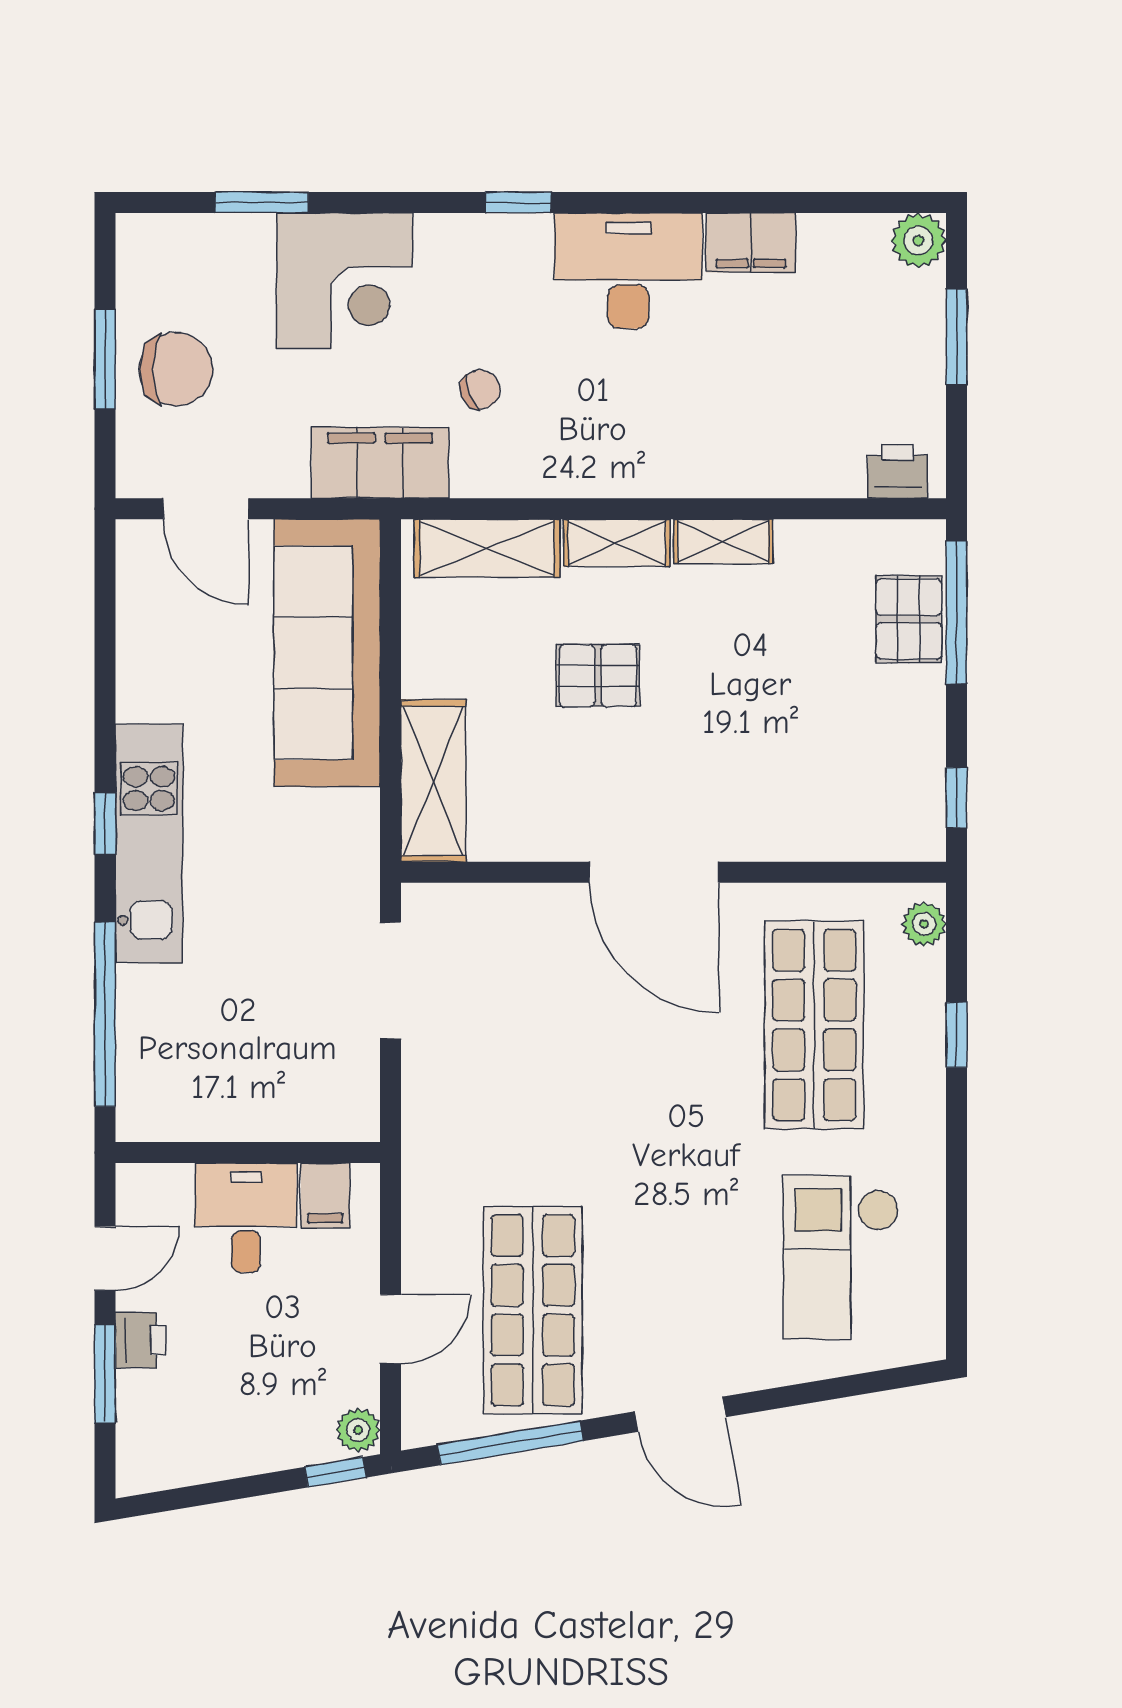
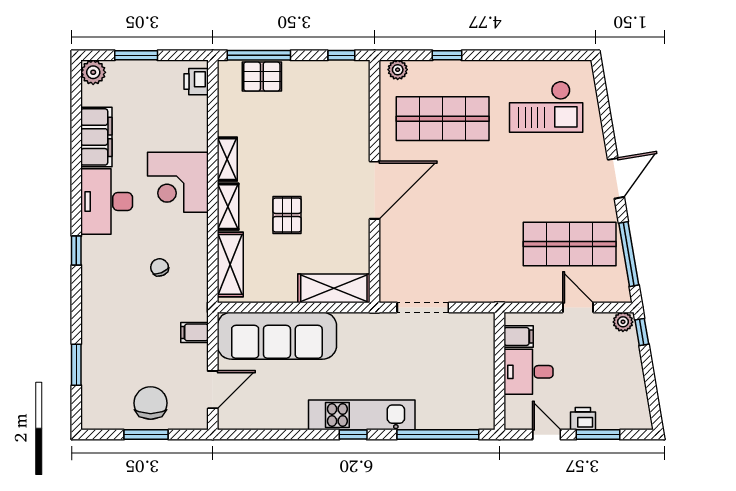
filing cabinet: (751, 243) -> (96, 137), width x1.50, depth x1.17
corner desk: (345, 281) -> (178, 182), moved, turned 180
filing cabinet: (380, 463) -> (195, 332), width x0.33, depth x0.86

